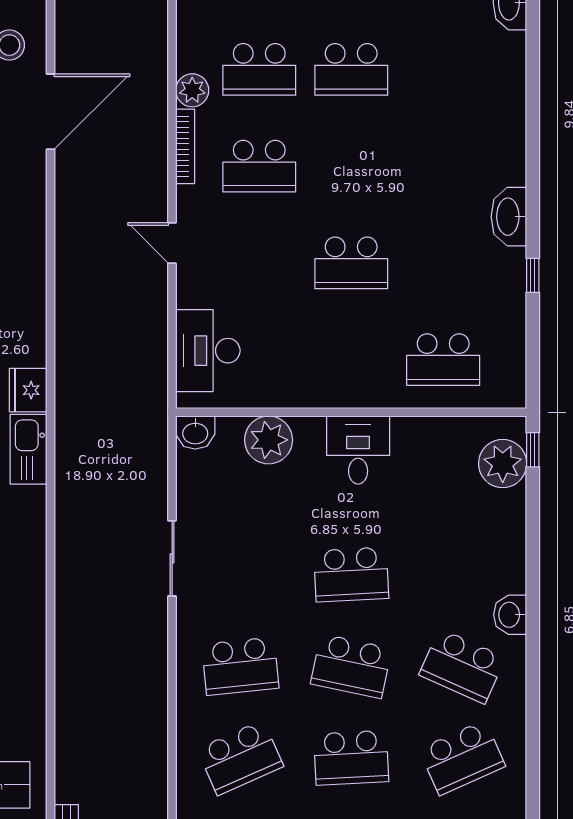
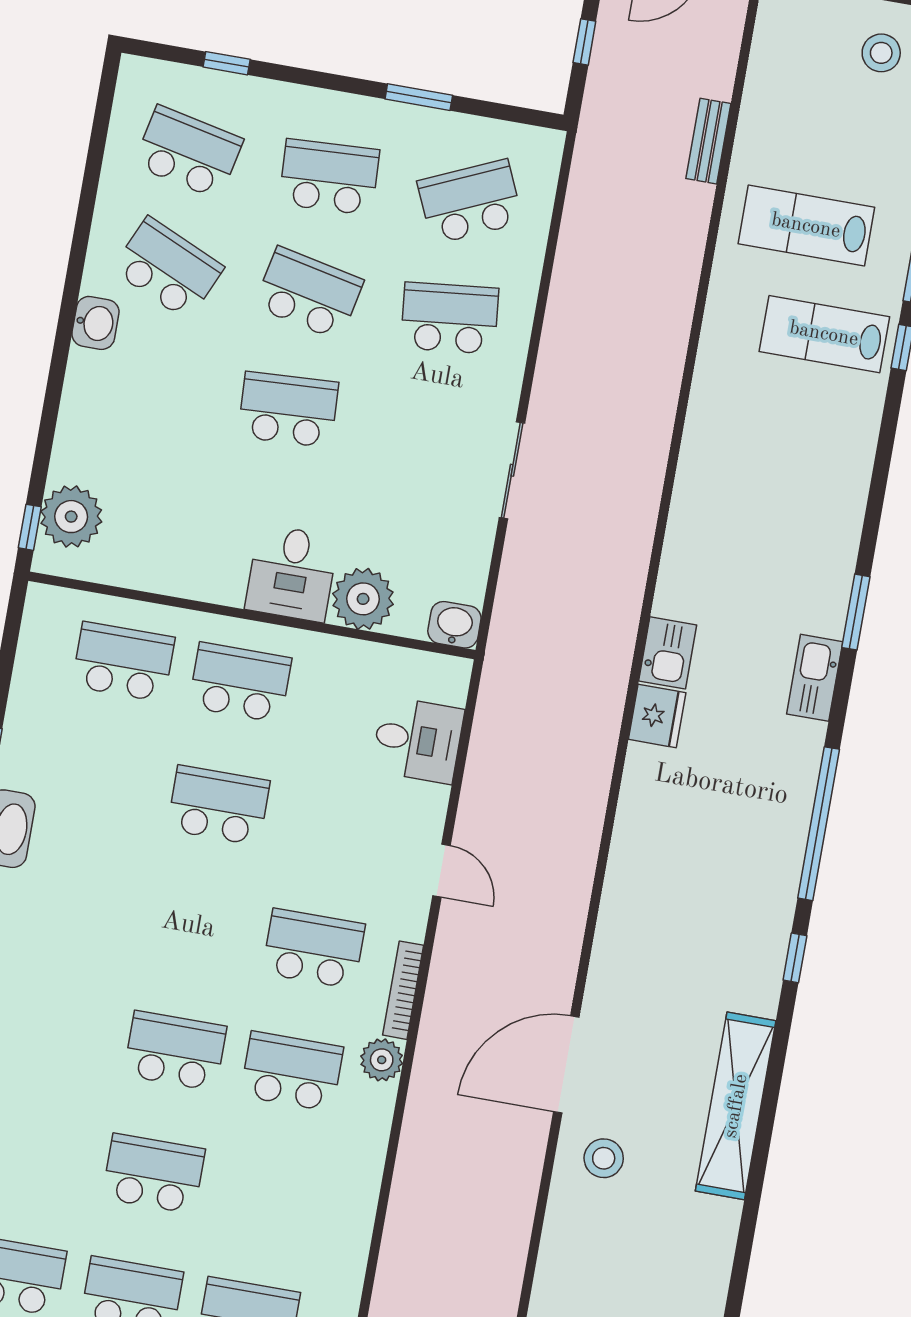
desk: (208, 351) -> (418, 740), width x0.73
school desk: (351, 360) -> (240, 682), added
kitchen sink: (29, 449) -> (668, 653), width x0.73
desk: (358, 450) -> (292, 573), moved
school desk: (462, 758) -> (188, 152), turned 36

